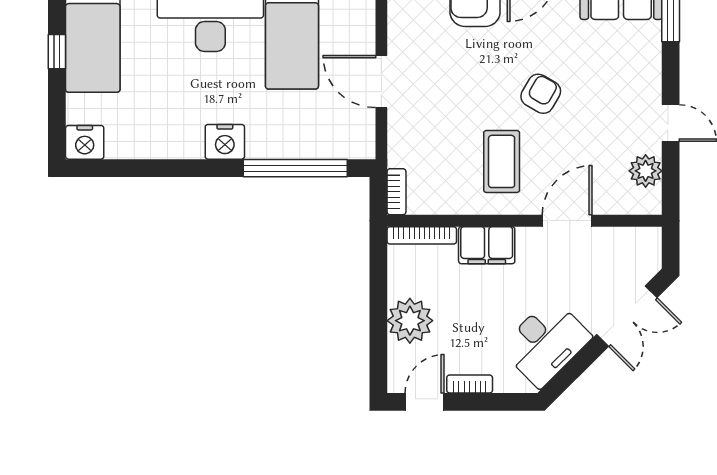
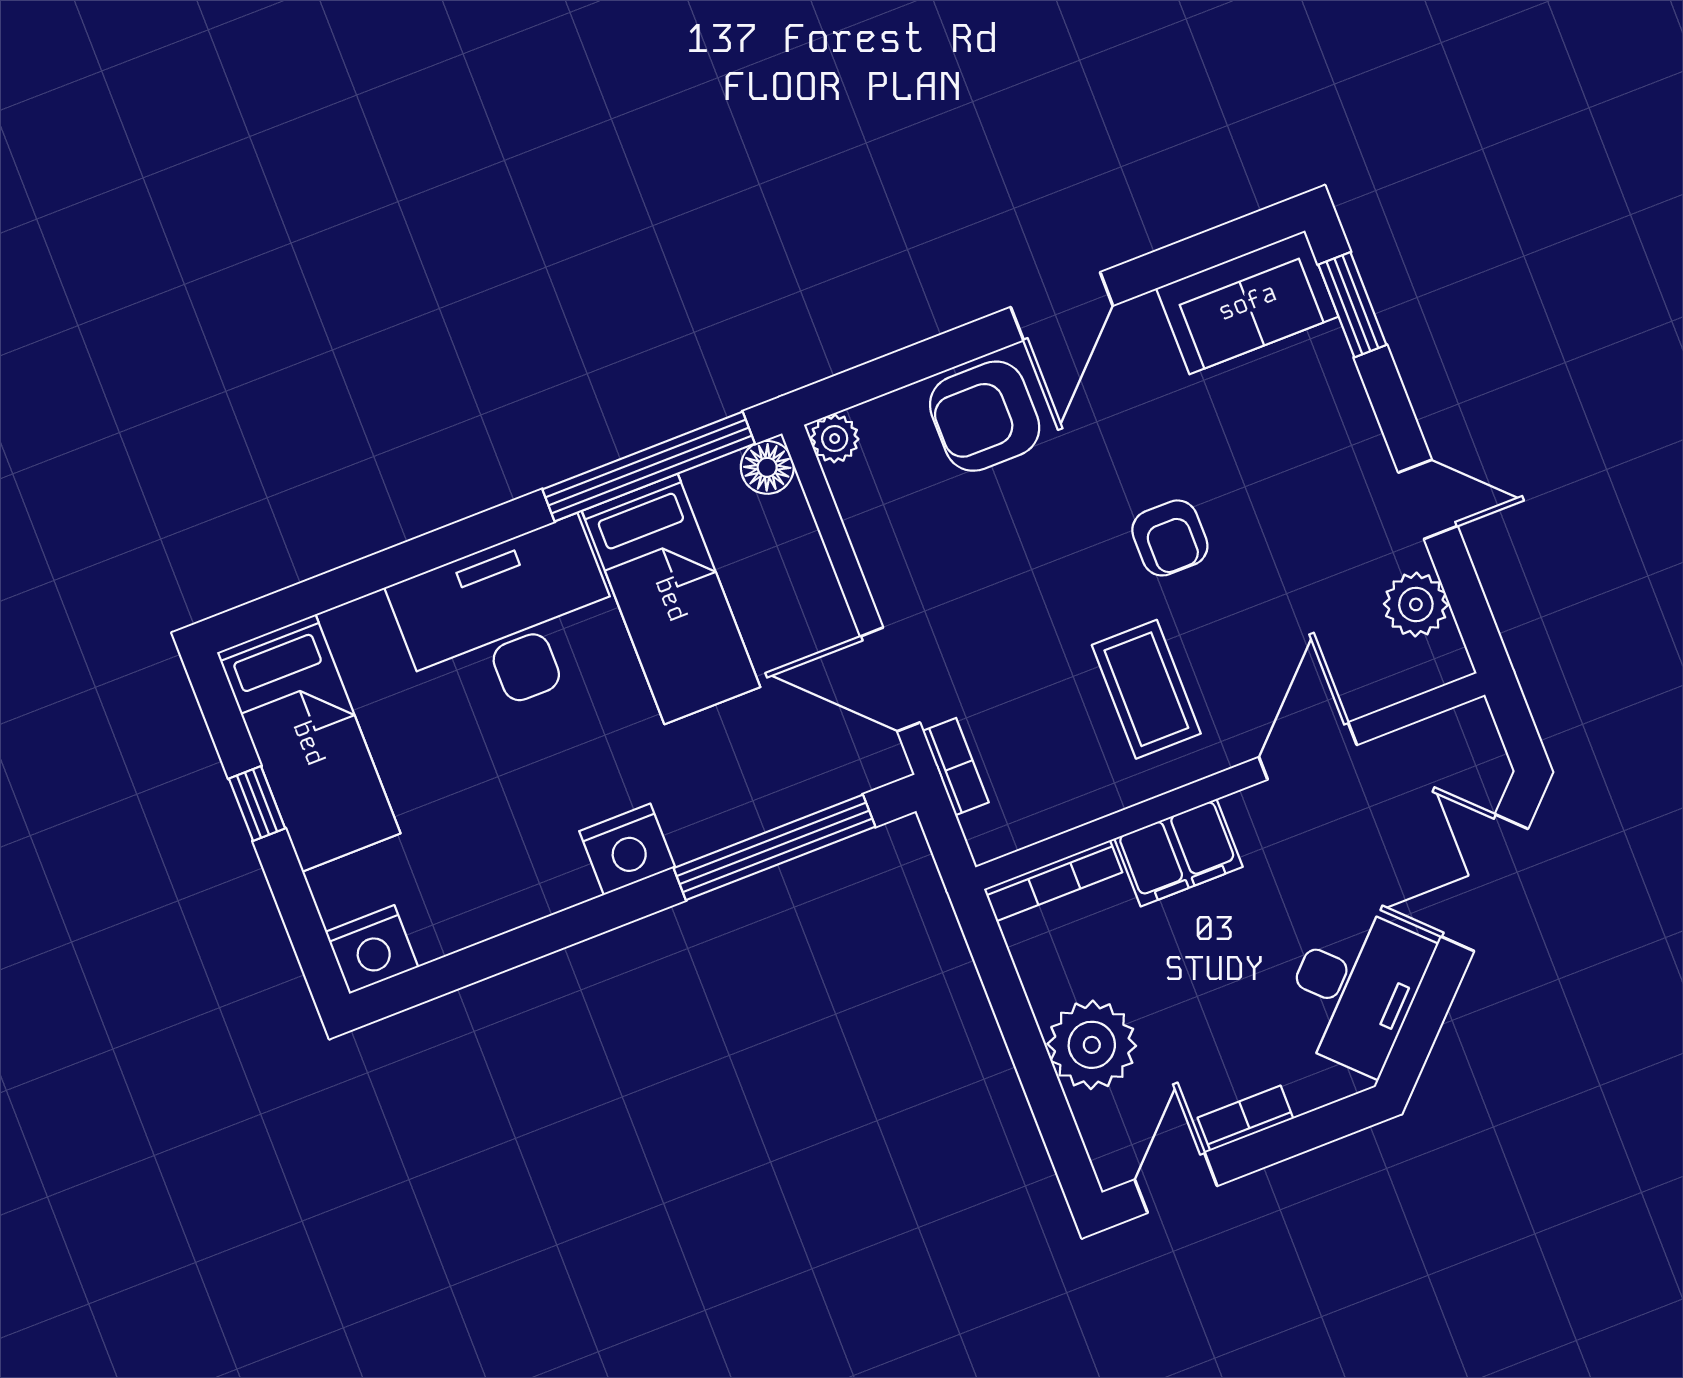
door: (381, 82) -> (890, 679), moved
armchair: (541, 94) -> (1170, 538), turned 150
bookcase: (396, 192) -> (956, 767), moved
double door: (627, 316) -> (1485, 883), swing flipped

